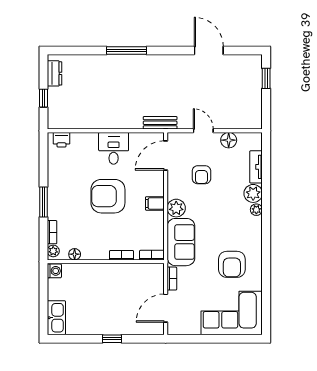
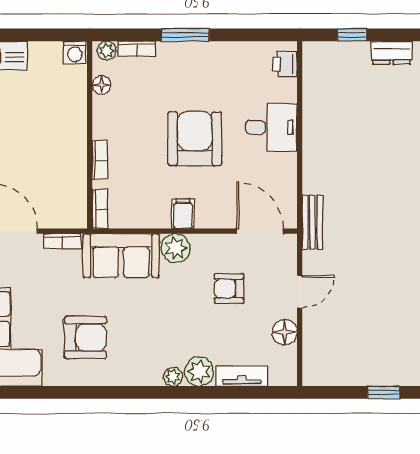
desk: (114, 148) -> (271, 127), moved
armchair: (232, 264) -> (85, 337), turned 180

